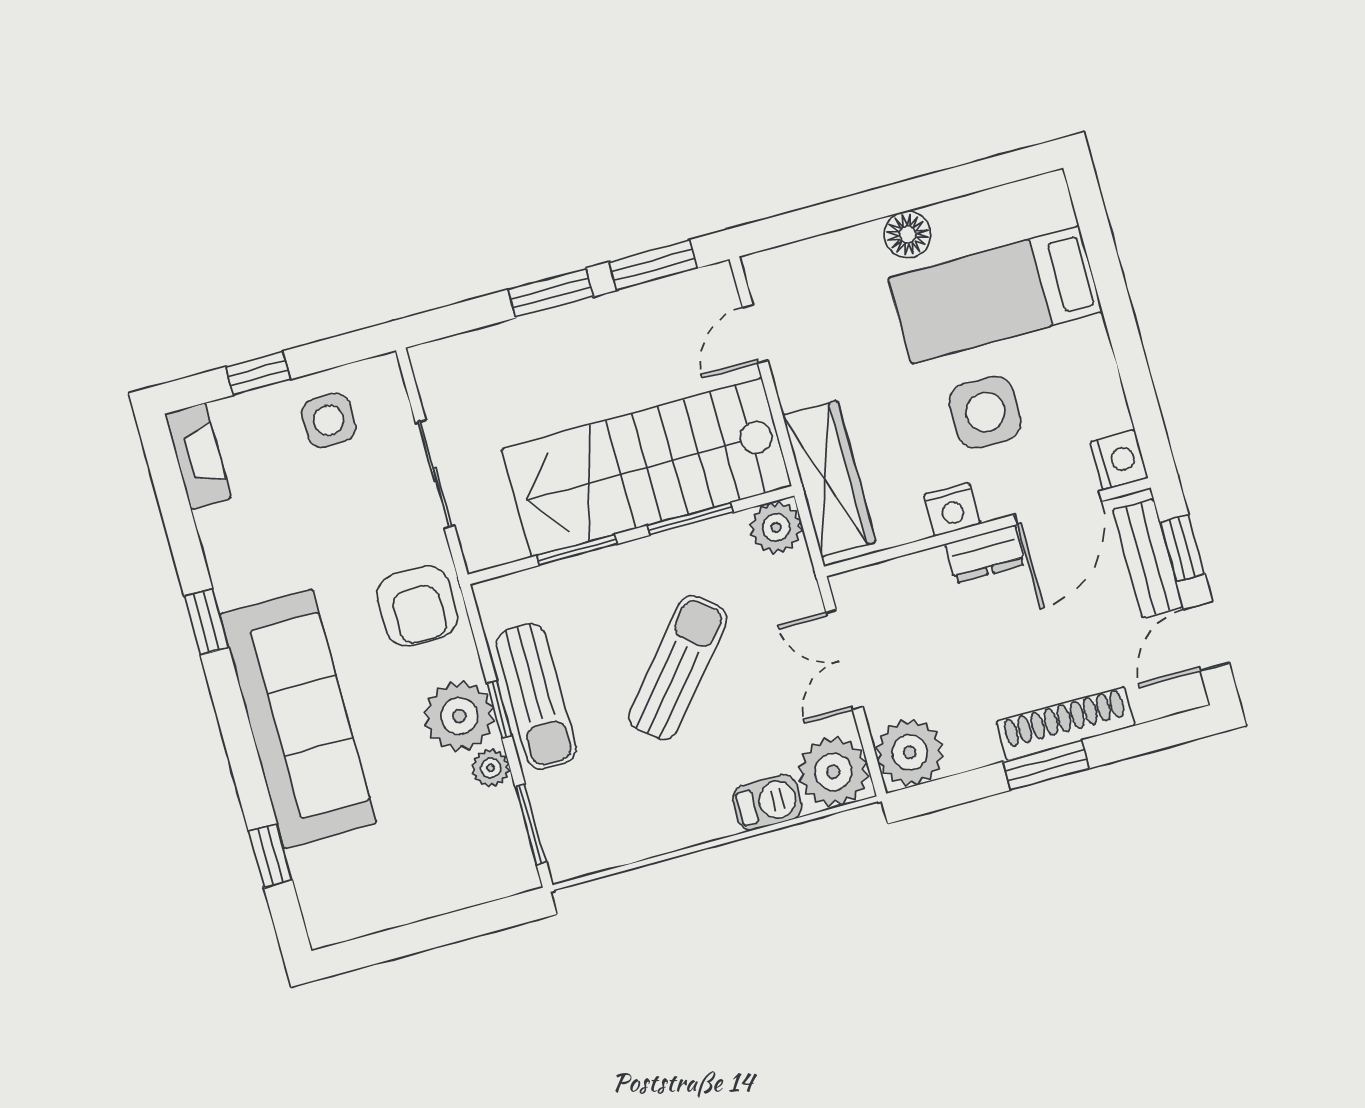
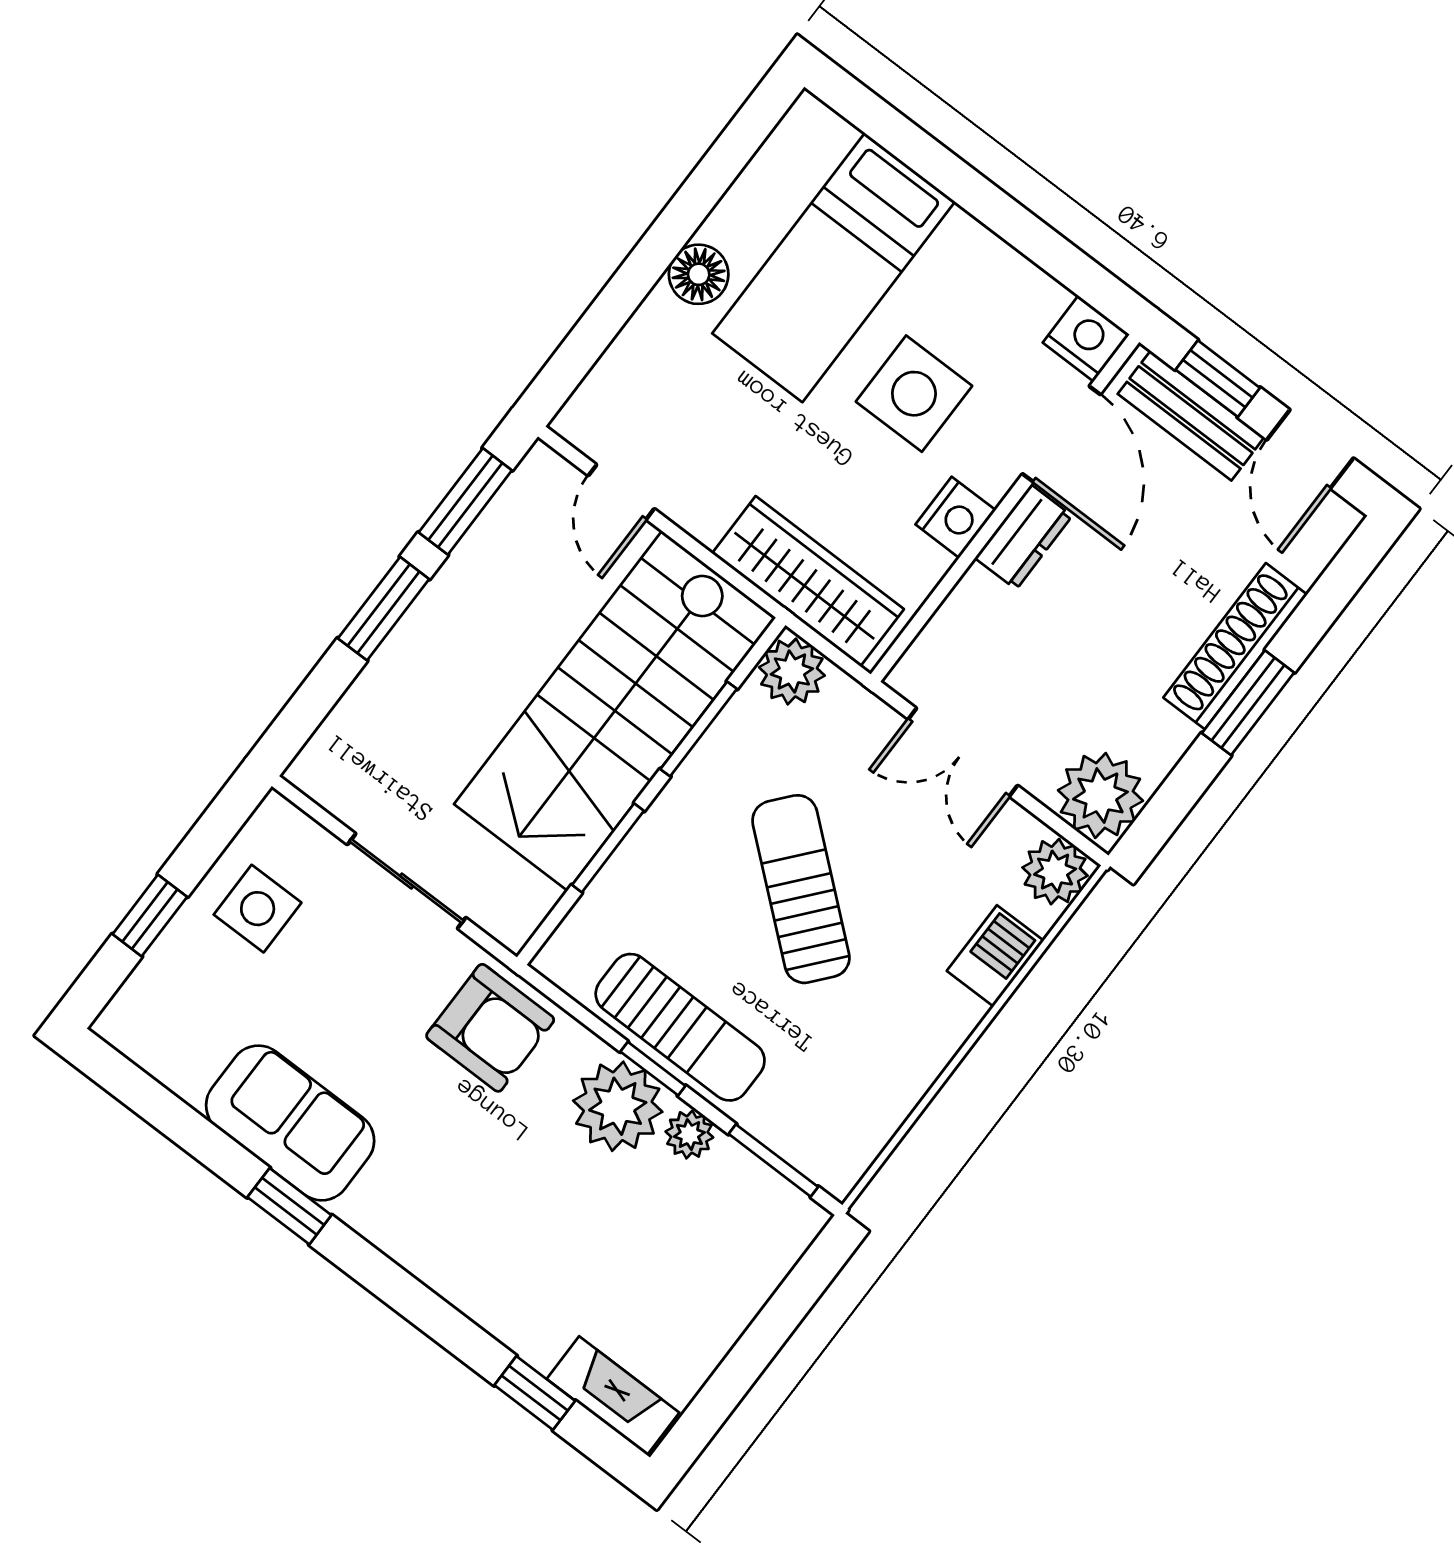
fireplace: (198, 456) -> (613, 1396), moved
sofa: (298, 719) -> (290, 1123), moved, width x0.54, depth x0.79
plant: (833, 772) -> (1055, 872), width x0.73, depth x0.73

